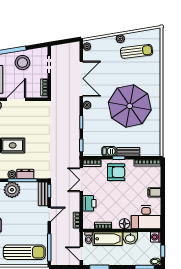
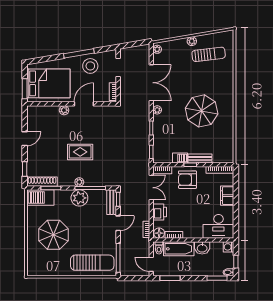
parasol: (130, 106) -> (202, 111), width x0.73, depth x0.73
armchair: (116, 172) -> (187, 180), turned 180
dresser: (25, 174) -> (93, 181), removed
double door: (81, 180) -> (151, 188), swing flipped
filing cabinet: (154, 192) -> (227, 196), width x2.00
floor lamp: (124, 224) -> (159, 233), moved

